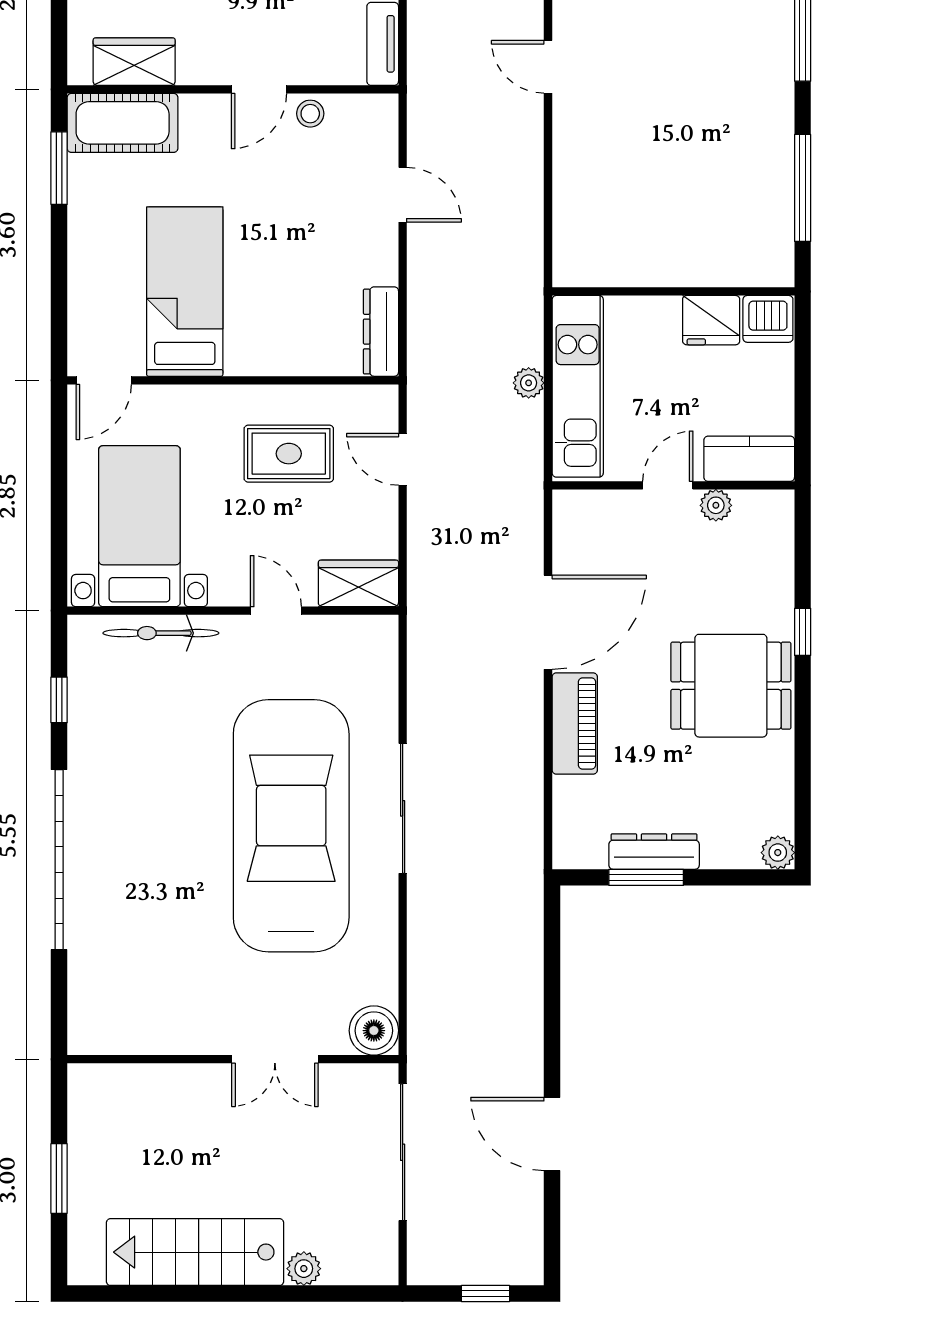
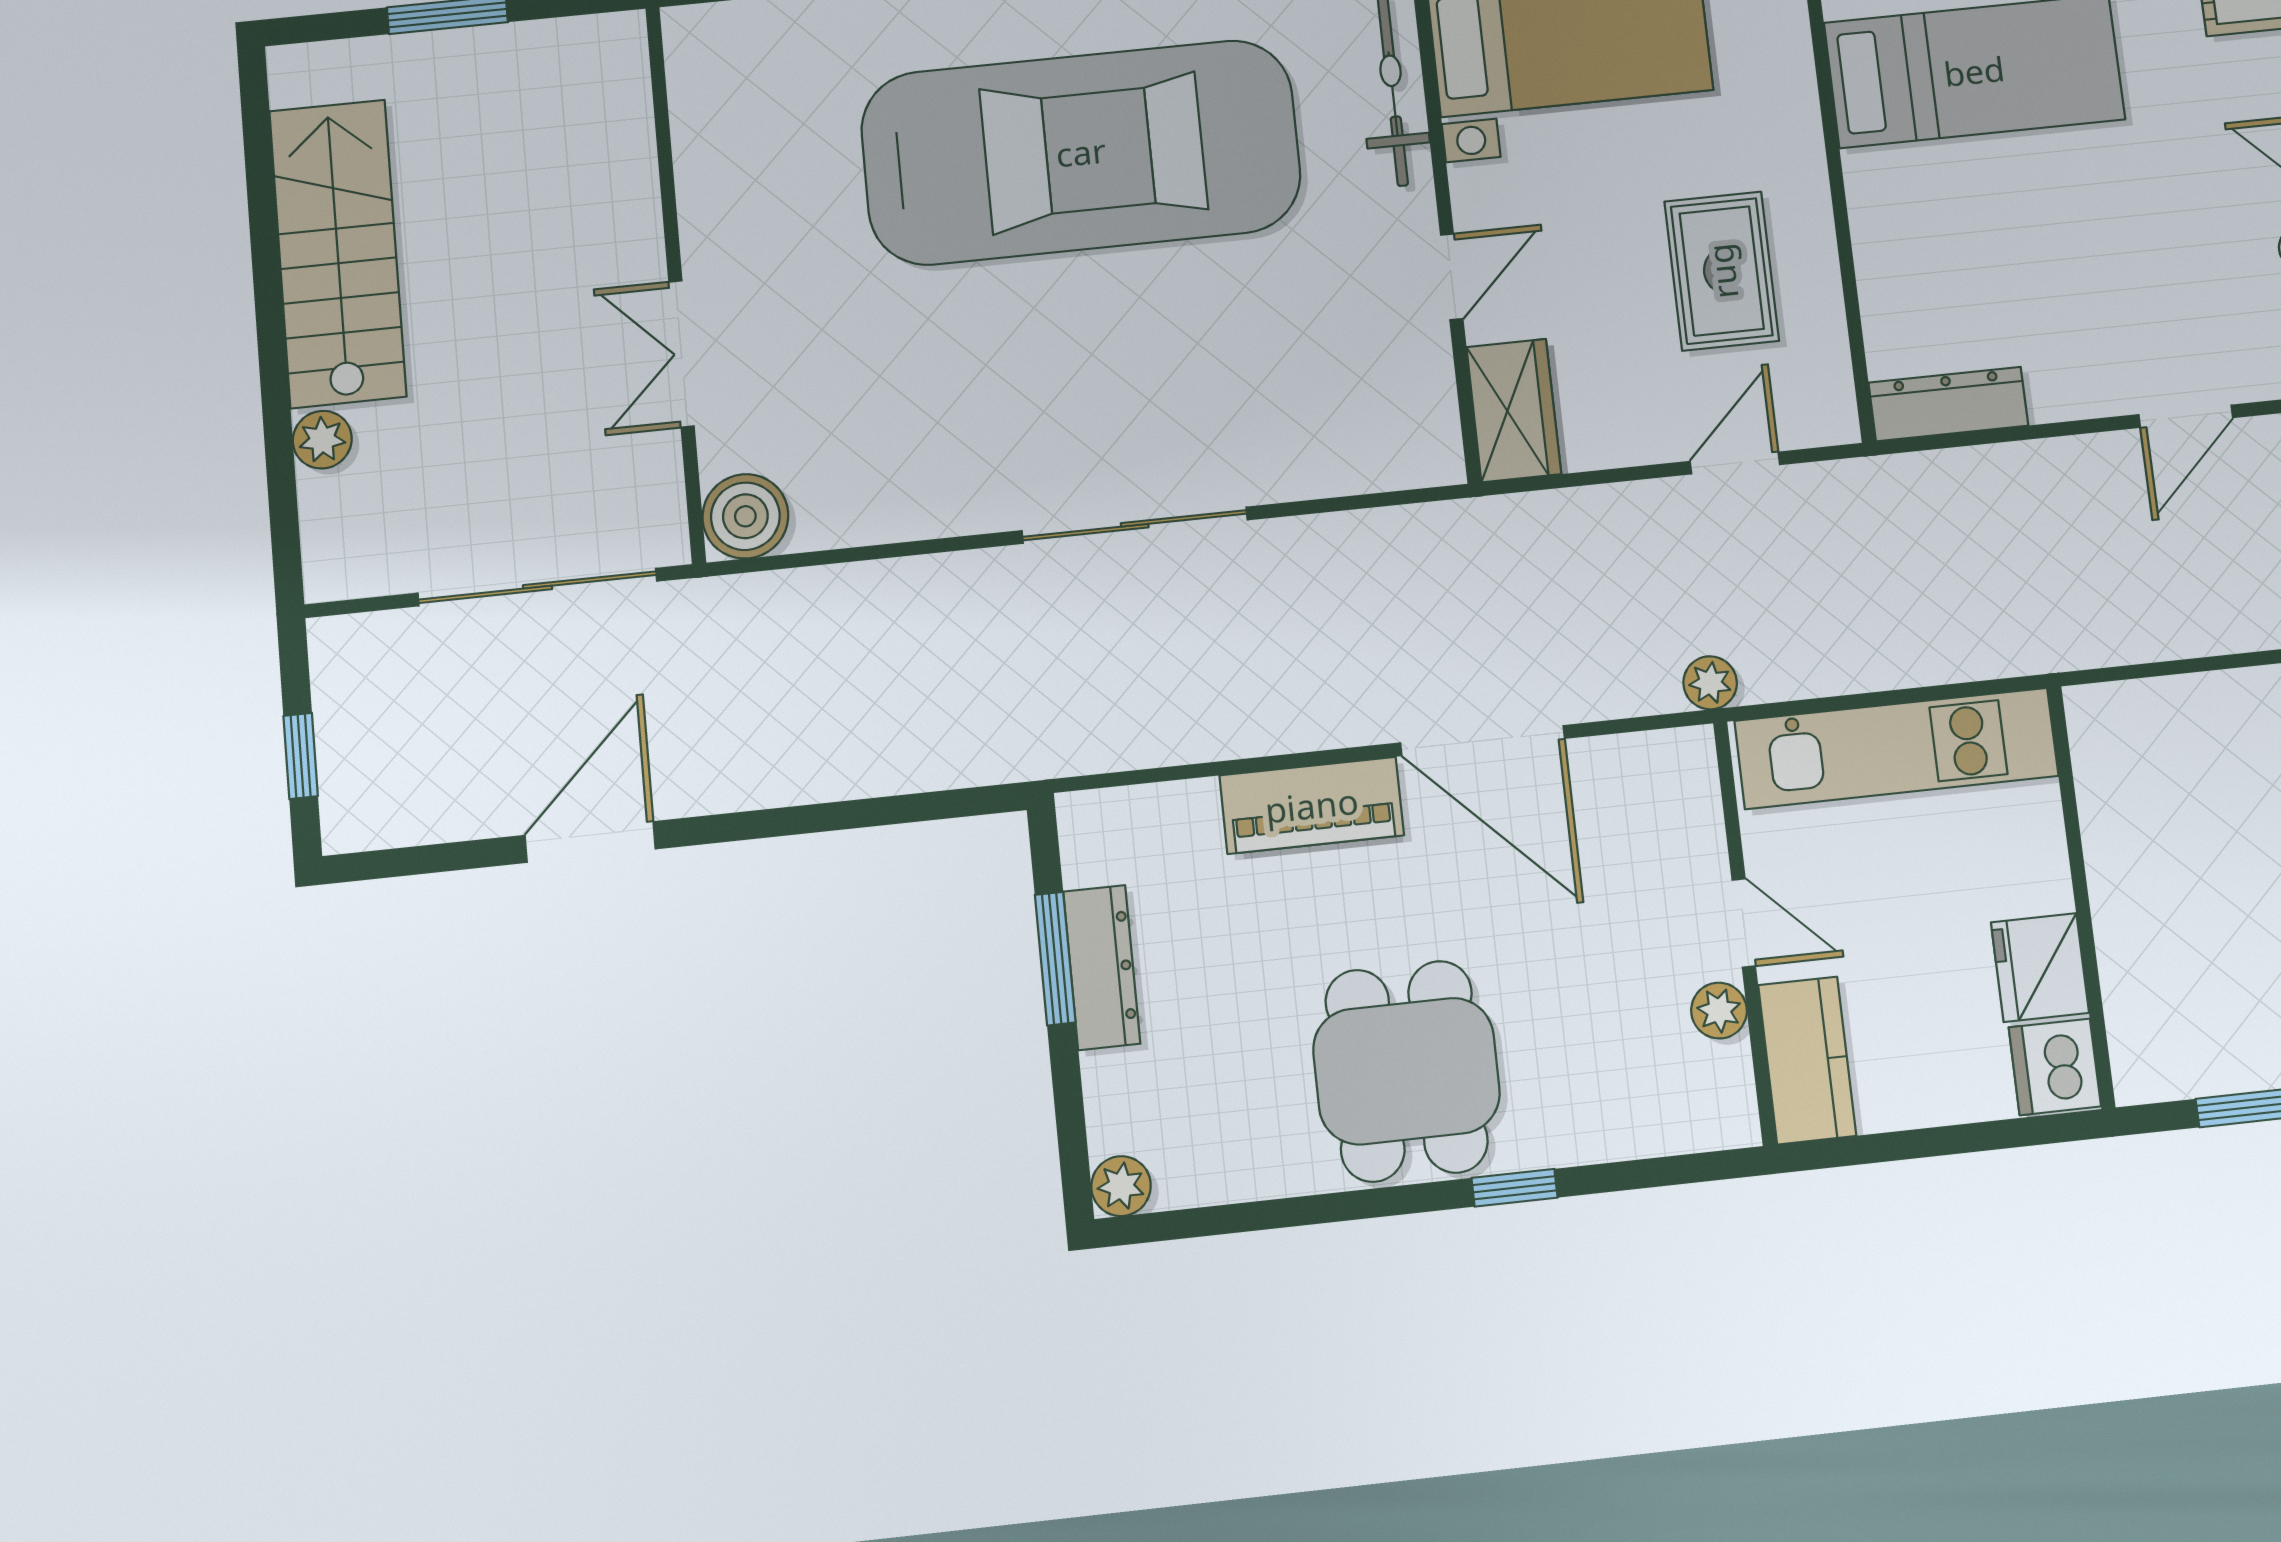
plant: (529, 383) -> (1710, 683), moved
car: (291, 826) -> (1081, 152), moved

